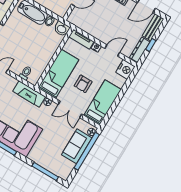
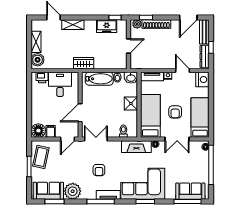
door: (112, 51) -> (183, 71), hinge flipped
shower: (48, 52) -> (131, 103), added
sofa: (77, 146) -> (190, 191), moved, turned 90

